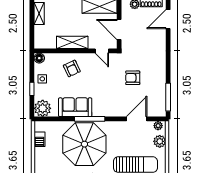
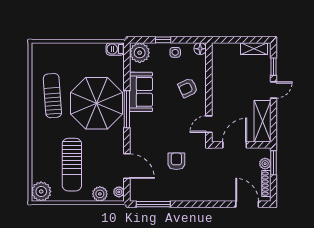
shelving: (72, 42) -> (219, 88), removed
barbecue: (40, 139) -> (115, 49), moved

